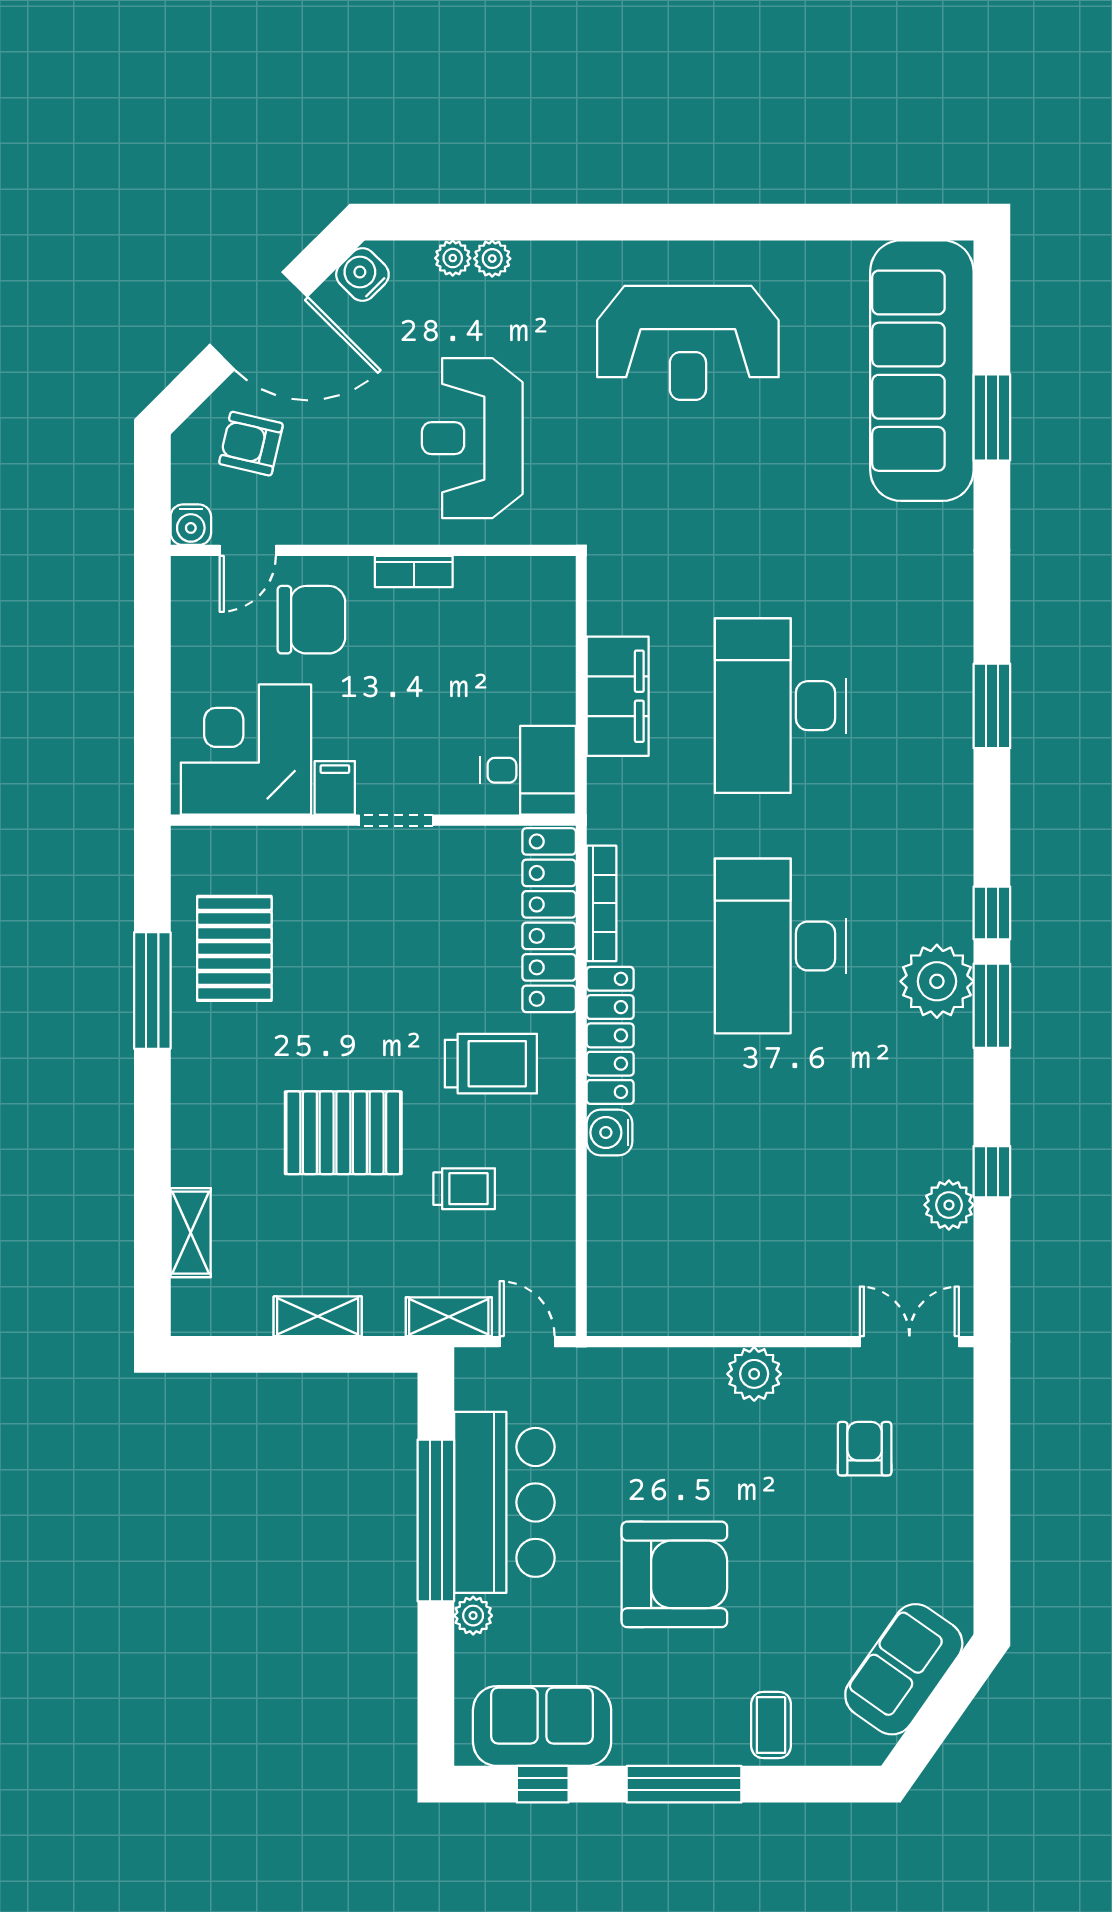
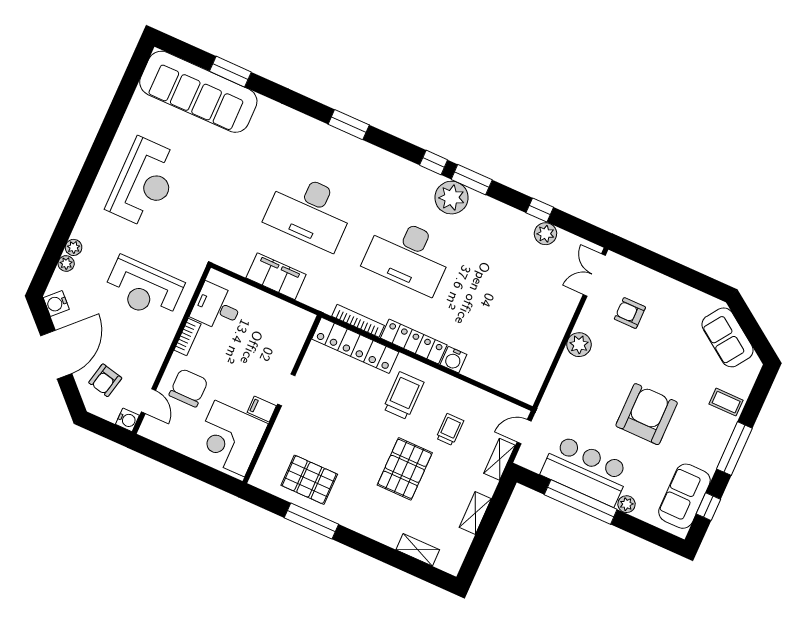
desk: (528, 770) -> (217, 307), moved, turned -90

